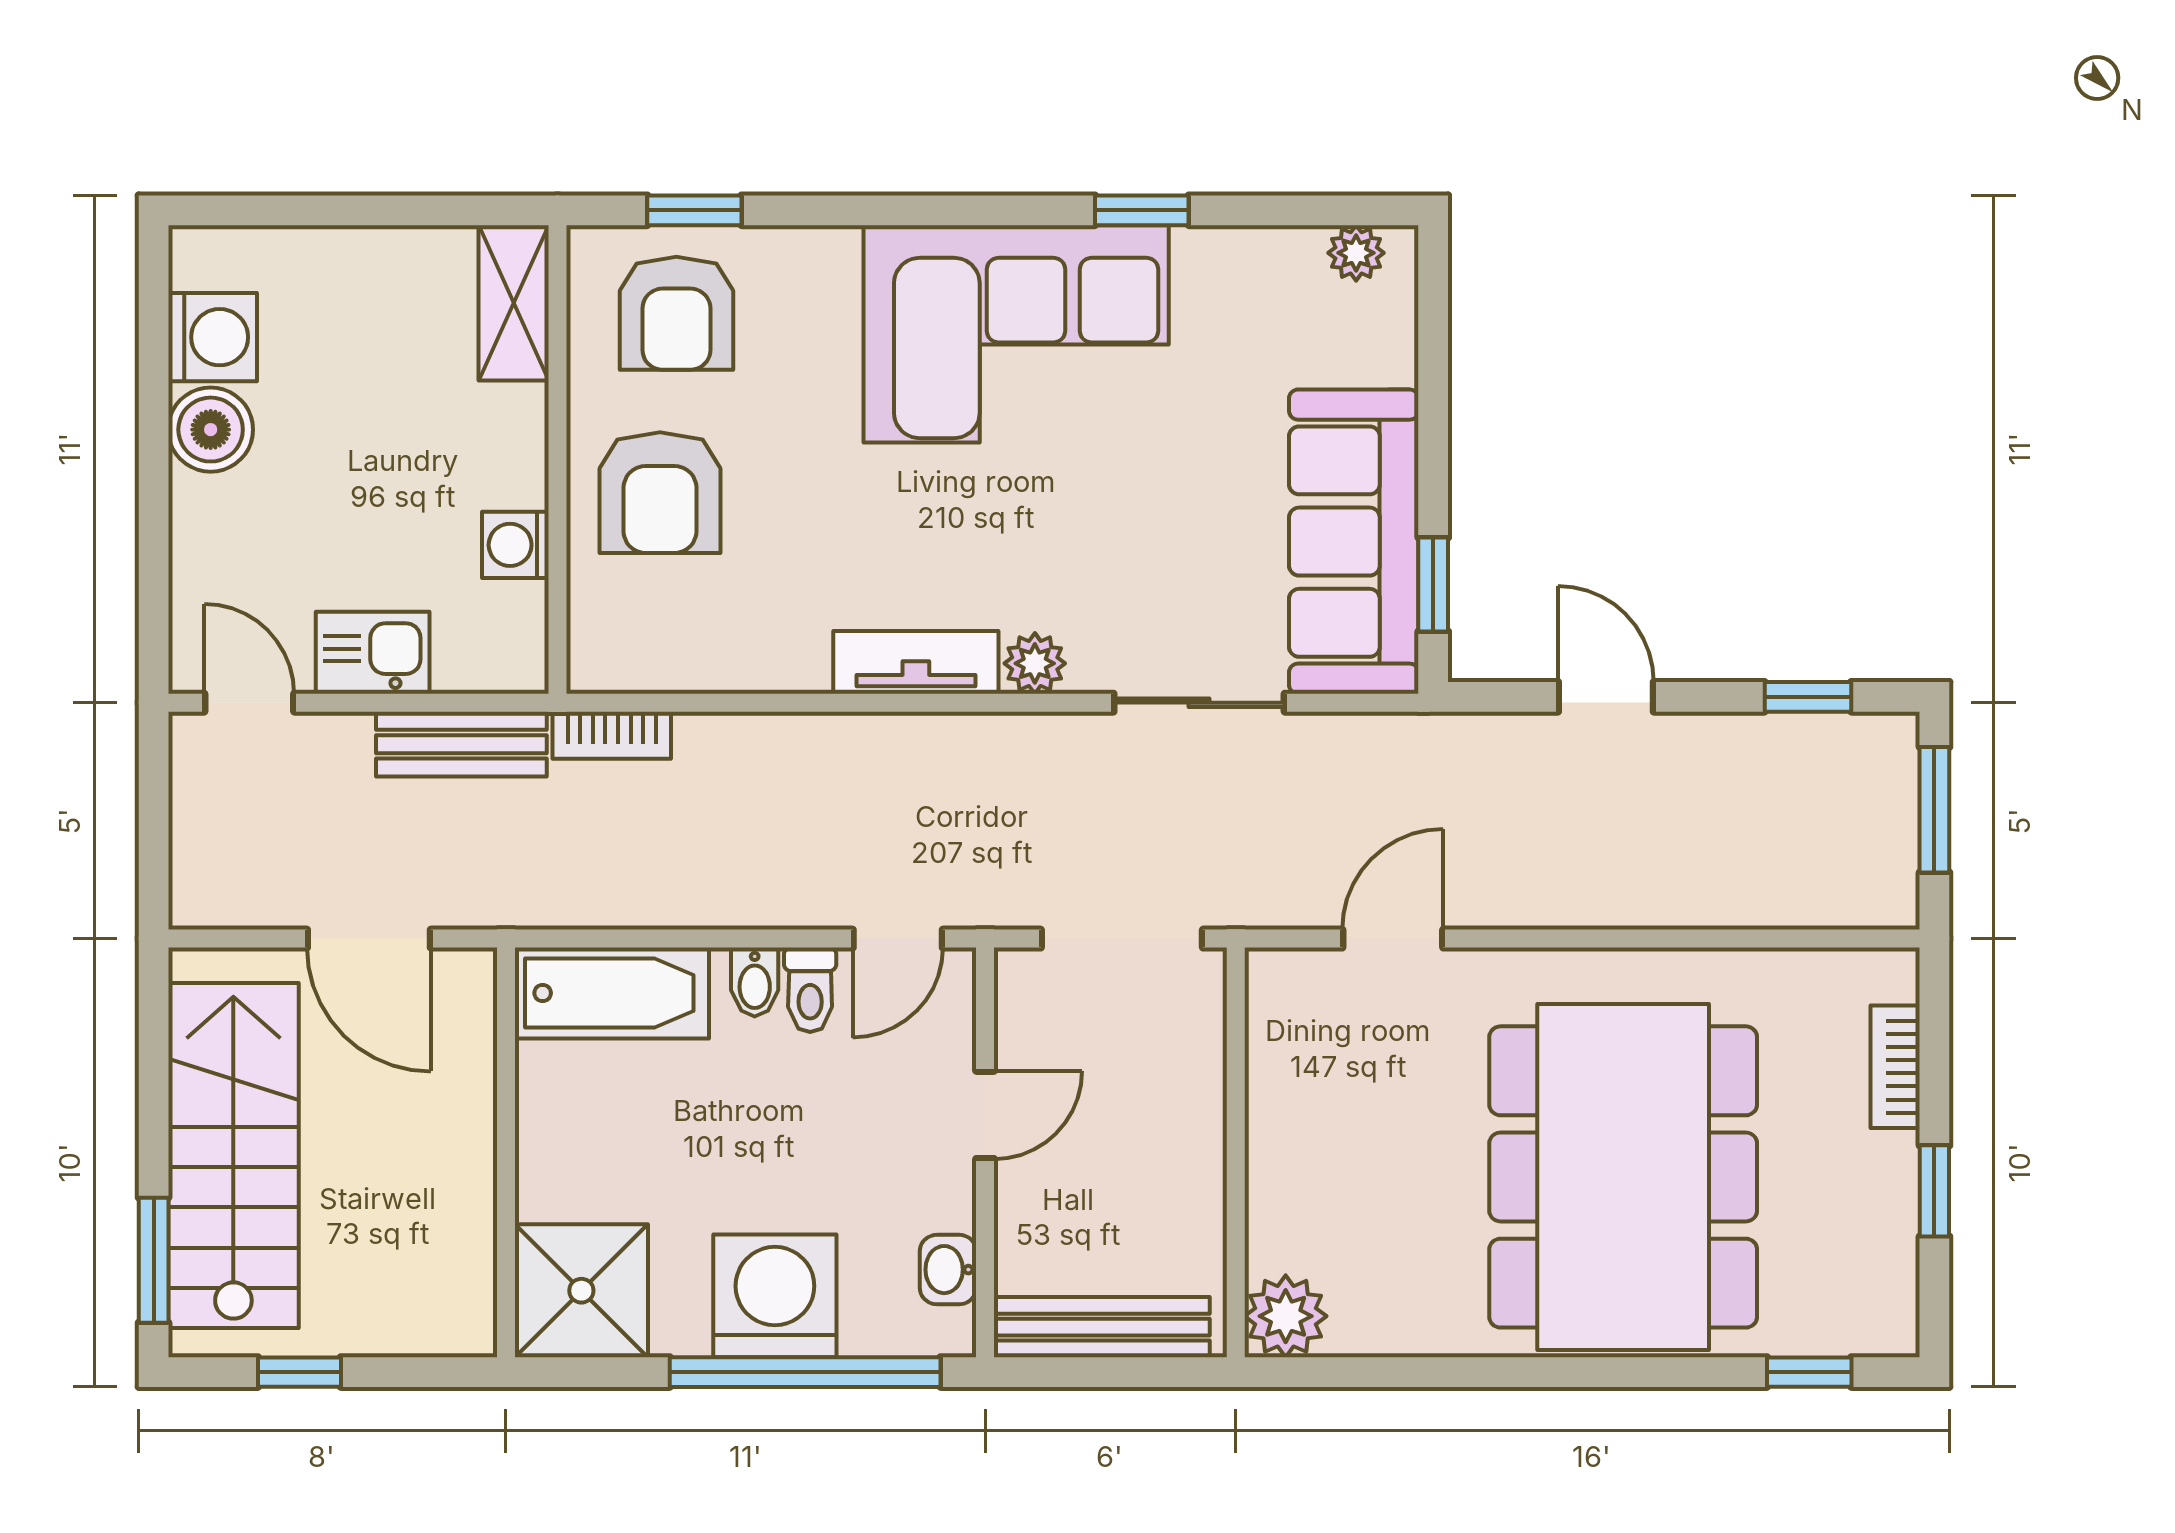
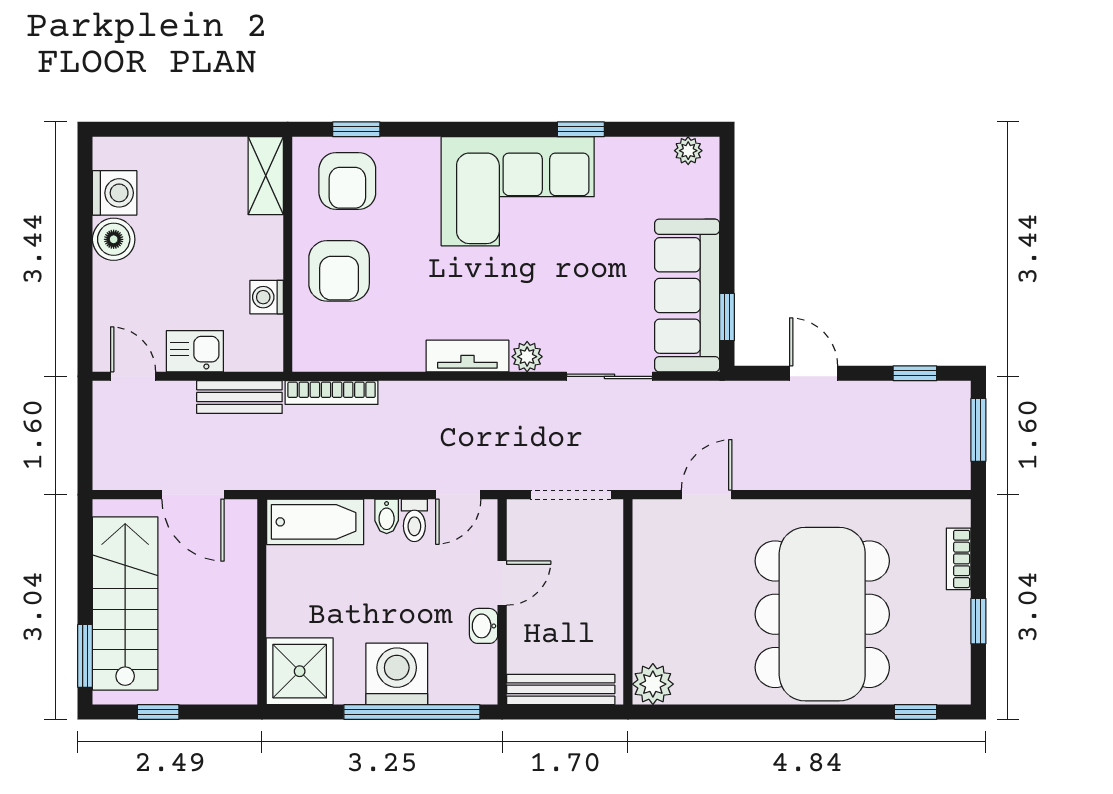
bookcase: (612, 735) -> (332, 393), width x1.56
washbasin: (948, 1270) -> (484, 626), moved

